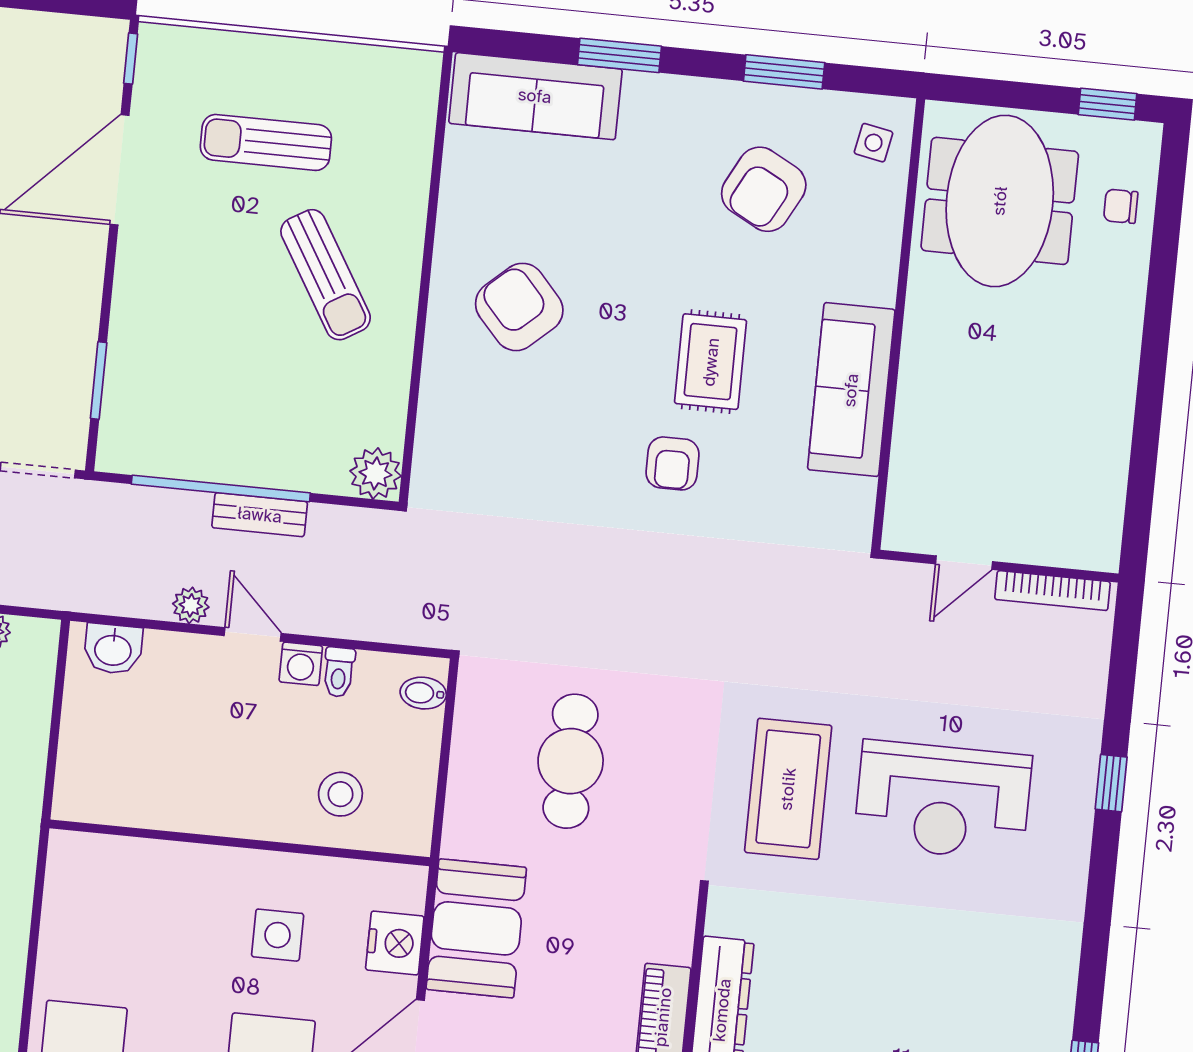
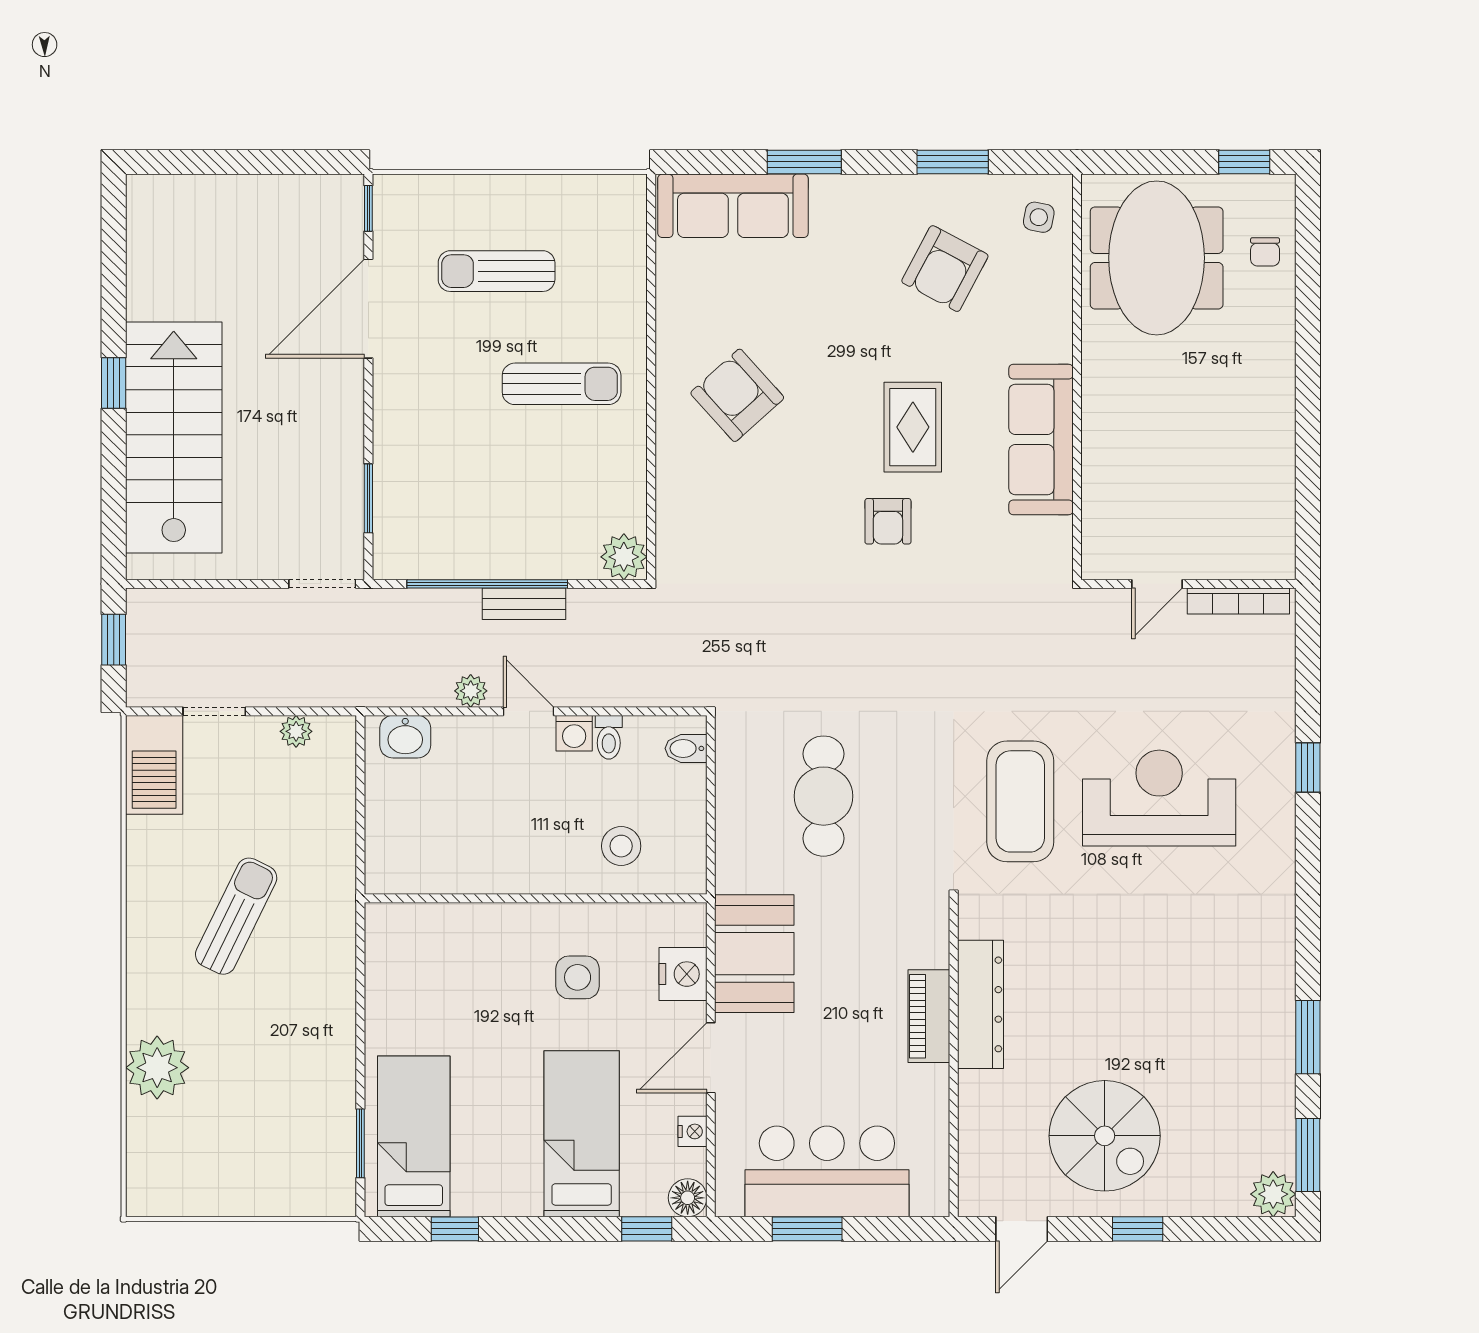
chair: (1121, 206) -> (1265, 252), turned -90
sun lounger: (326, 275) -> (562, 384), turned -59
reception desk: (943, 800) -> (1159, 798), turned 180

